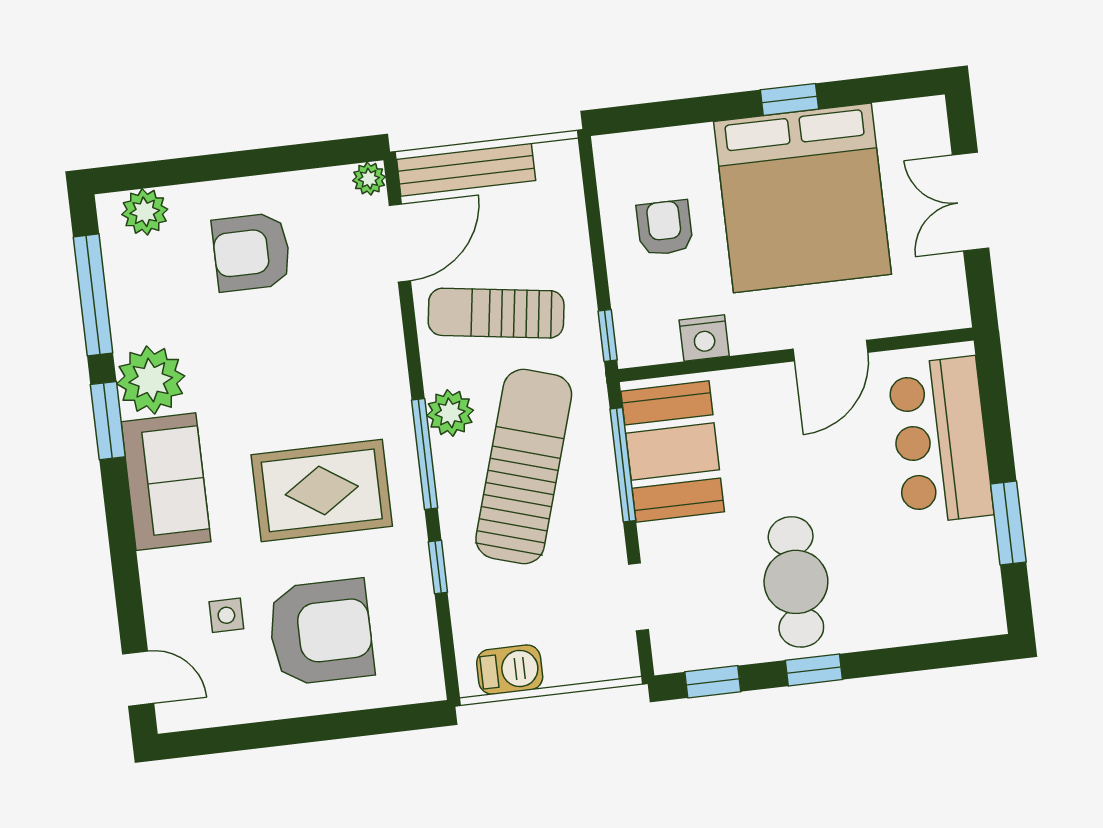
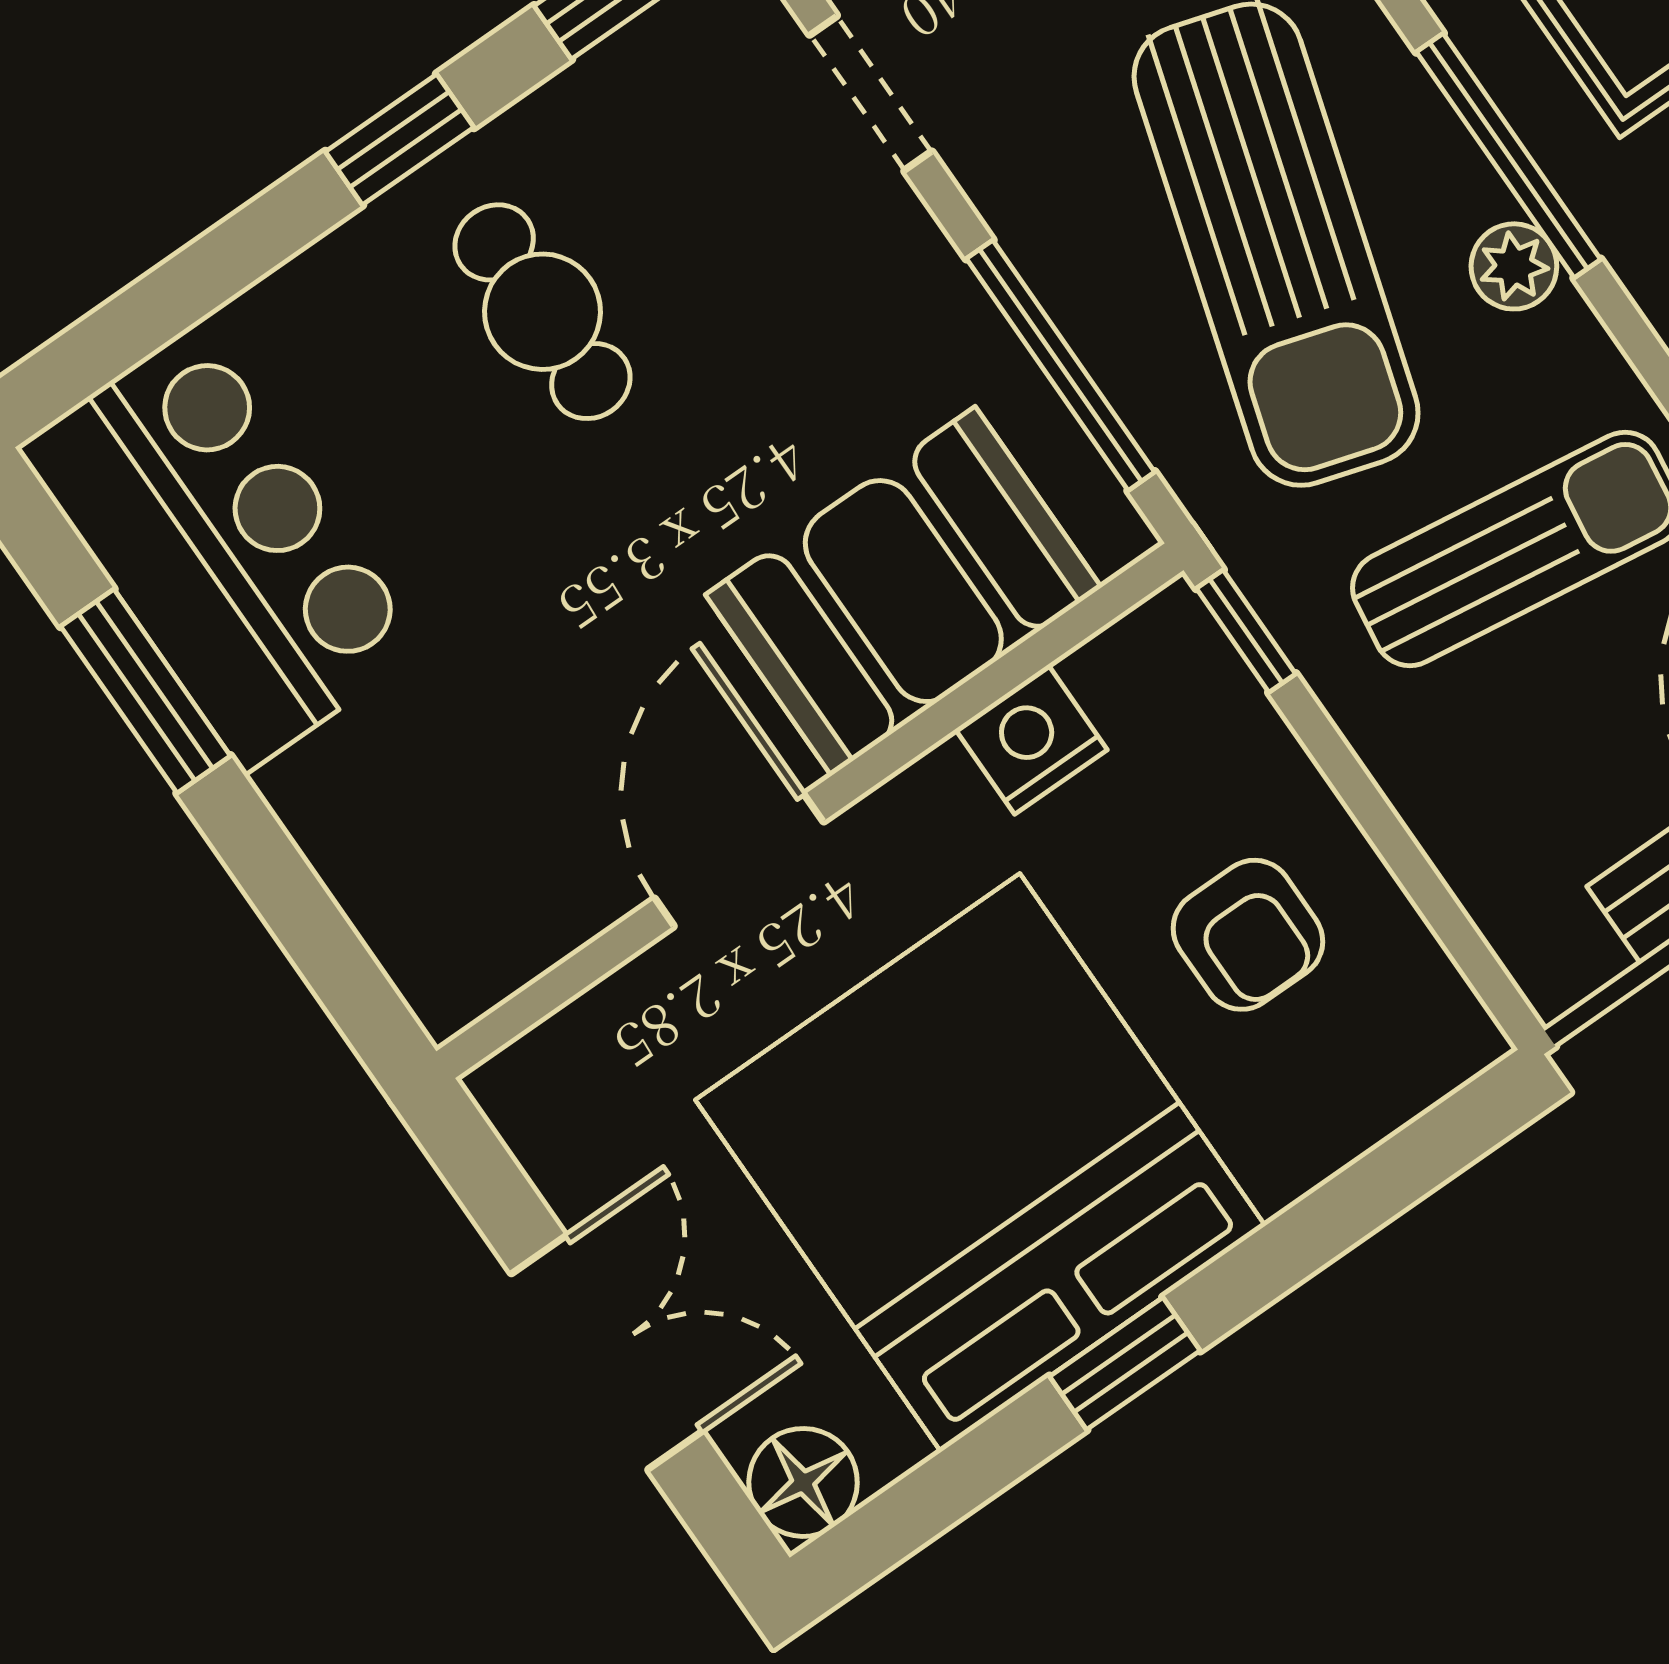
floor lamp: (926, 118) -> (803, 1482), added
plant: (450, 413) -> (1514, 266), width x0.73, depth x0.73
bar counter: (940, 440) -> (221, 548), moved
booth: (673, 452) -> (903, 591), moved, turned 90
cafe table: (796, 582) -> (542, 312), width x0.73, depth x0.74

